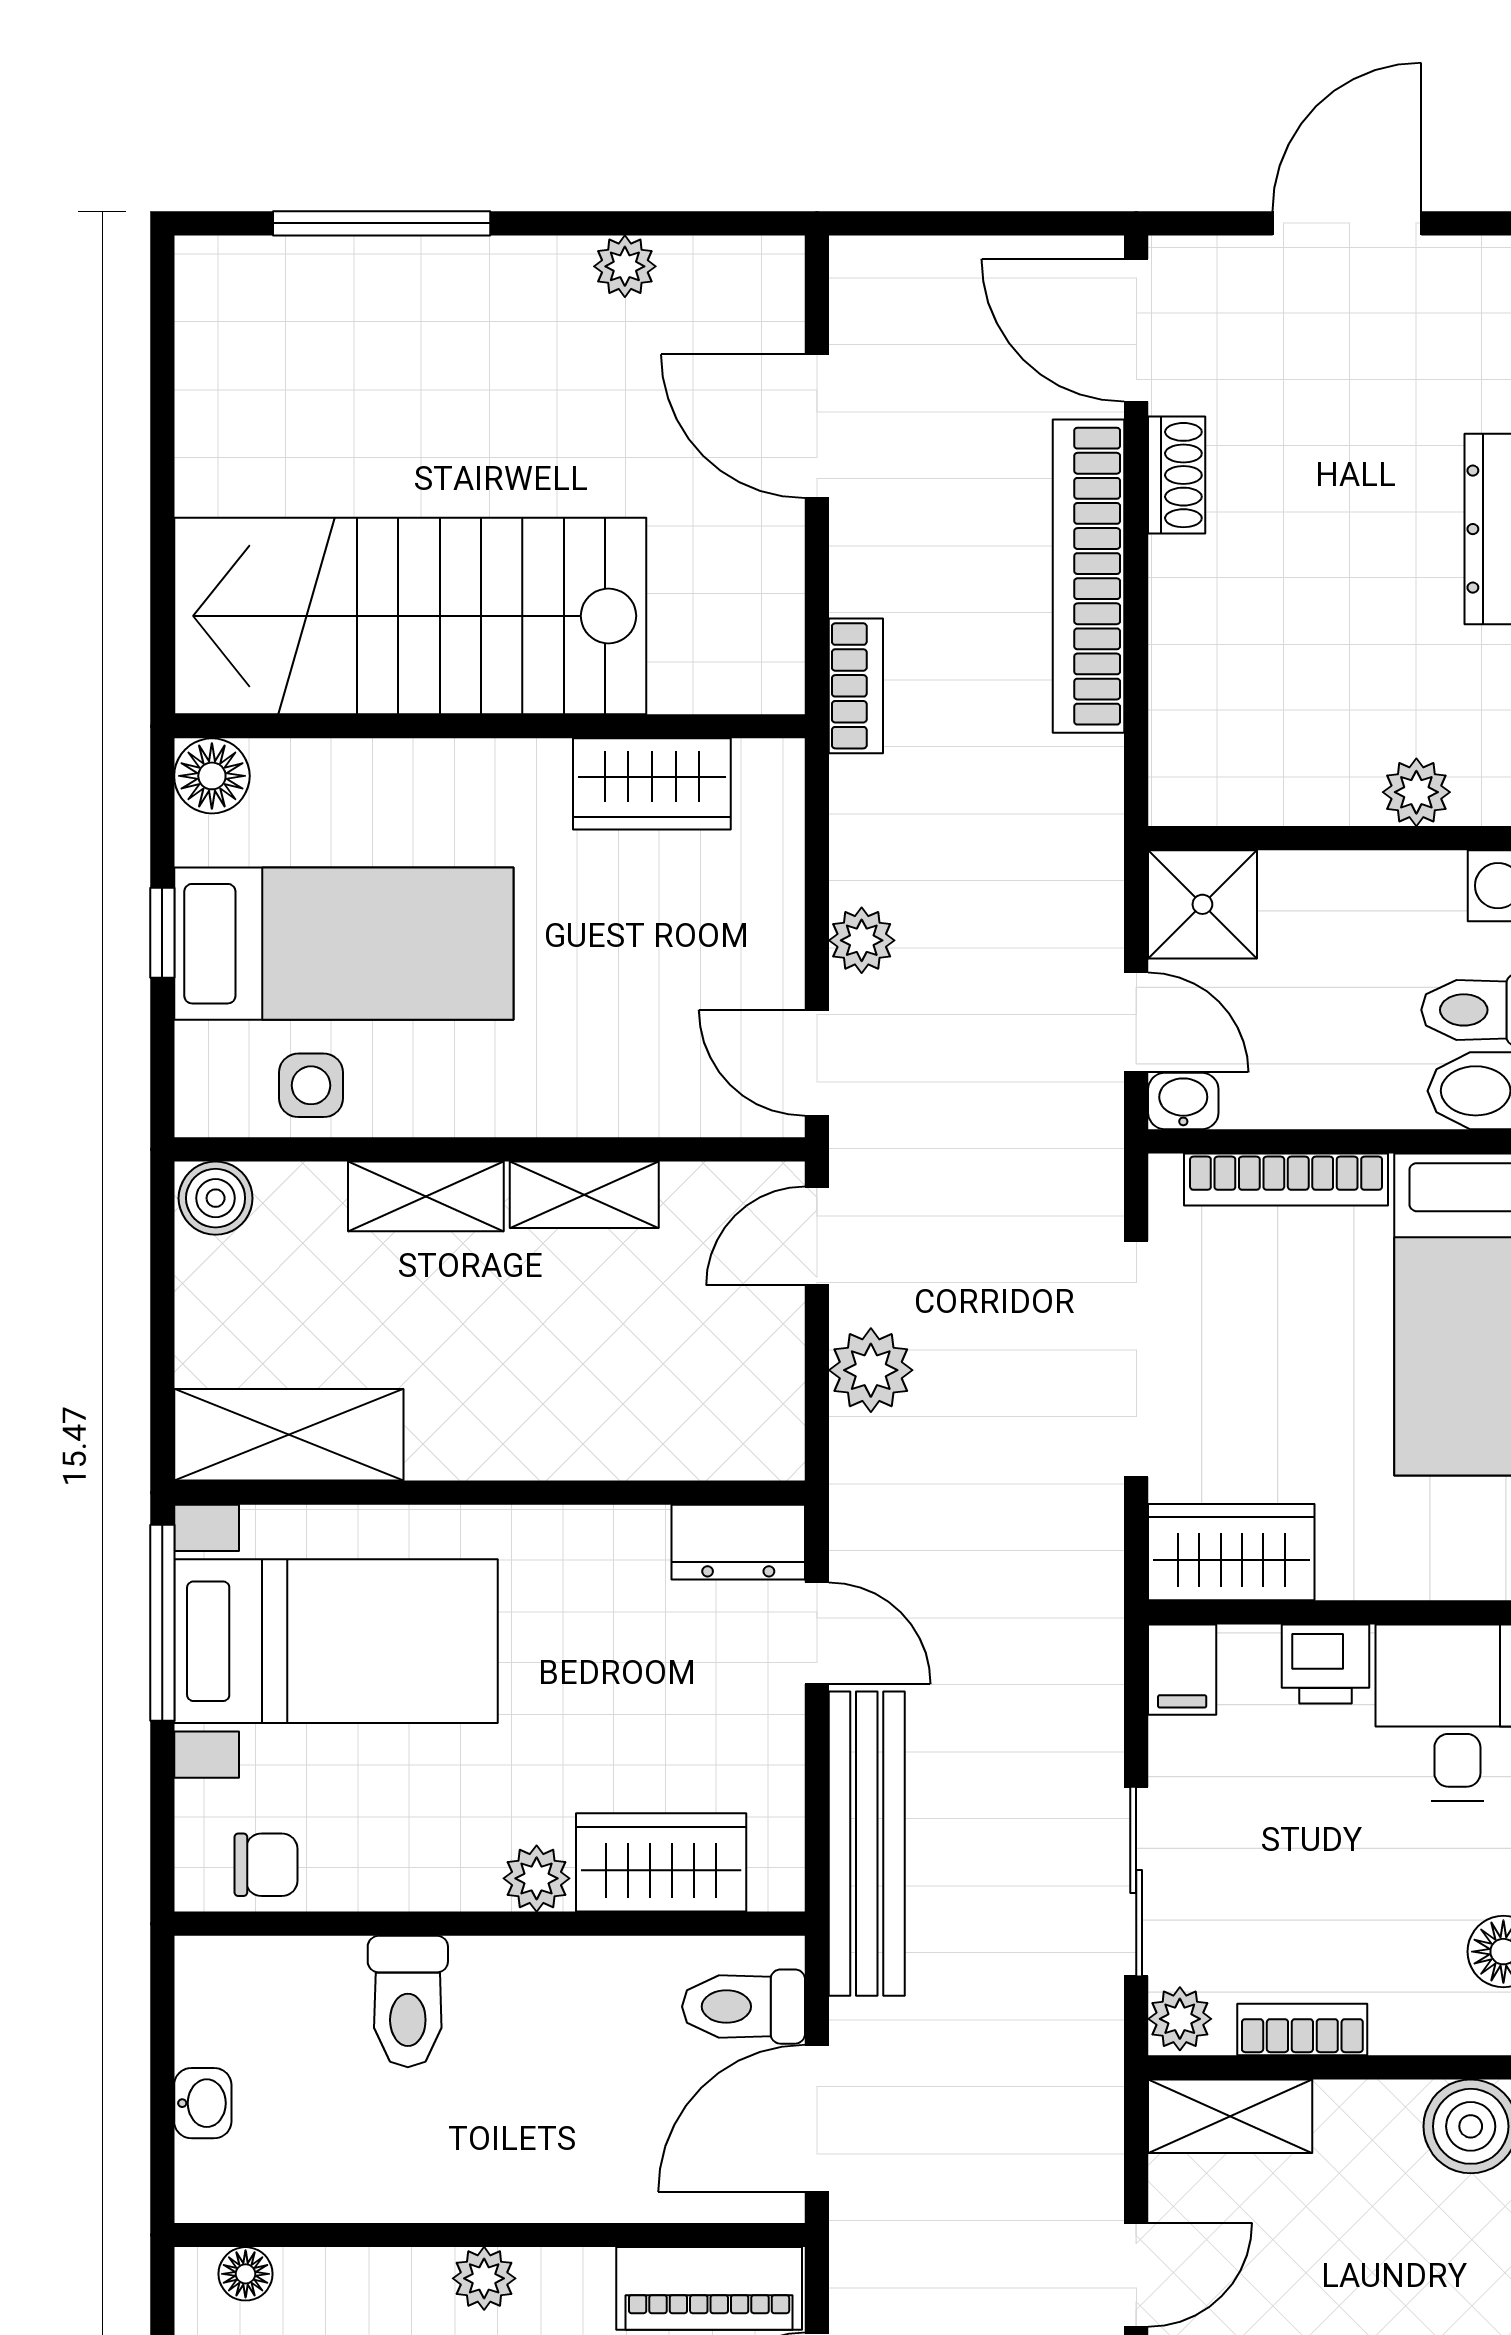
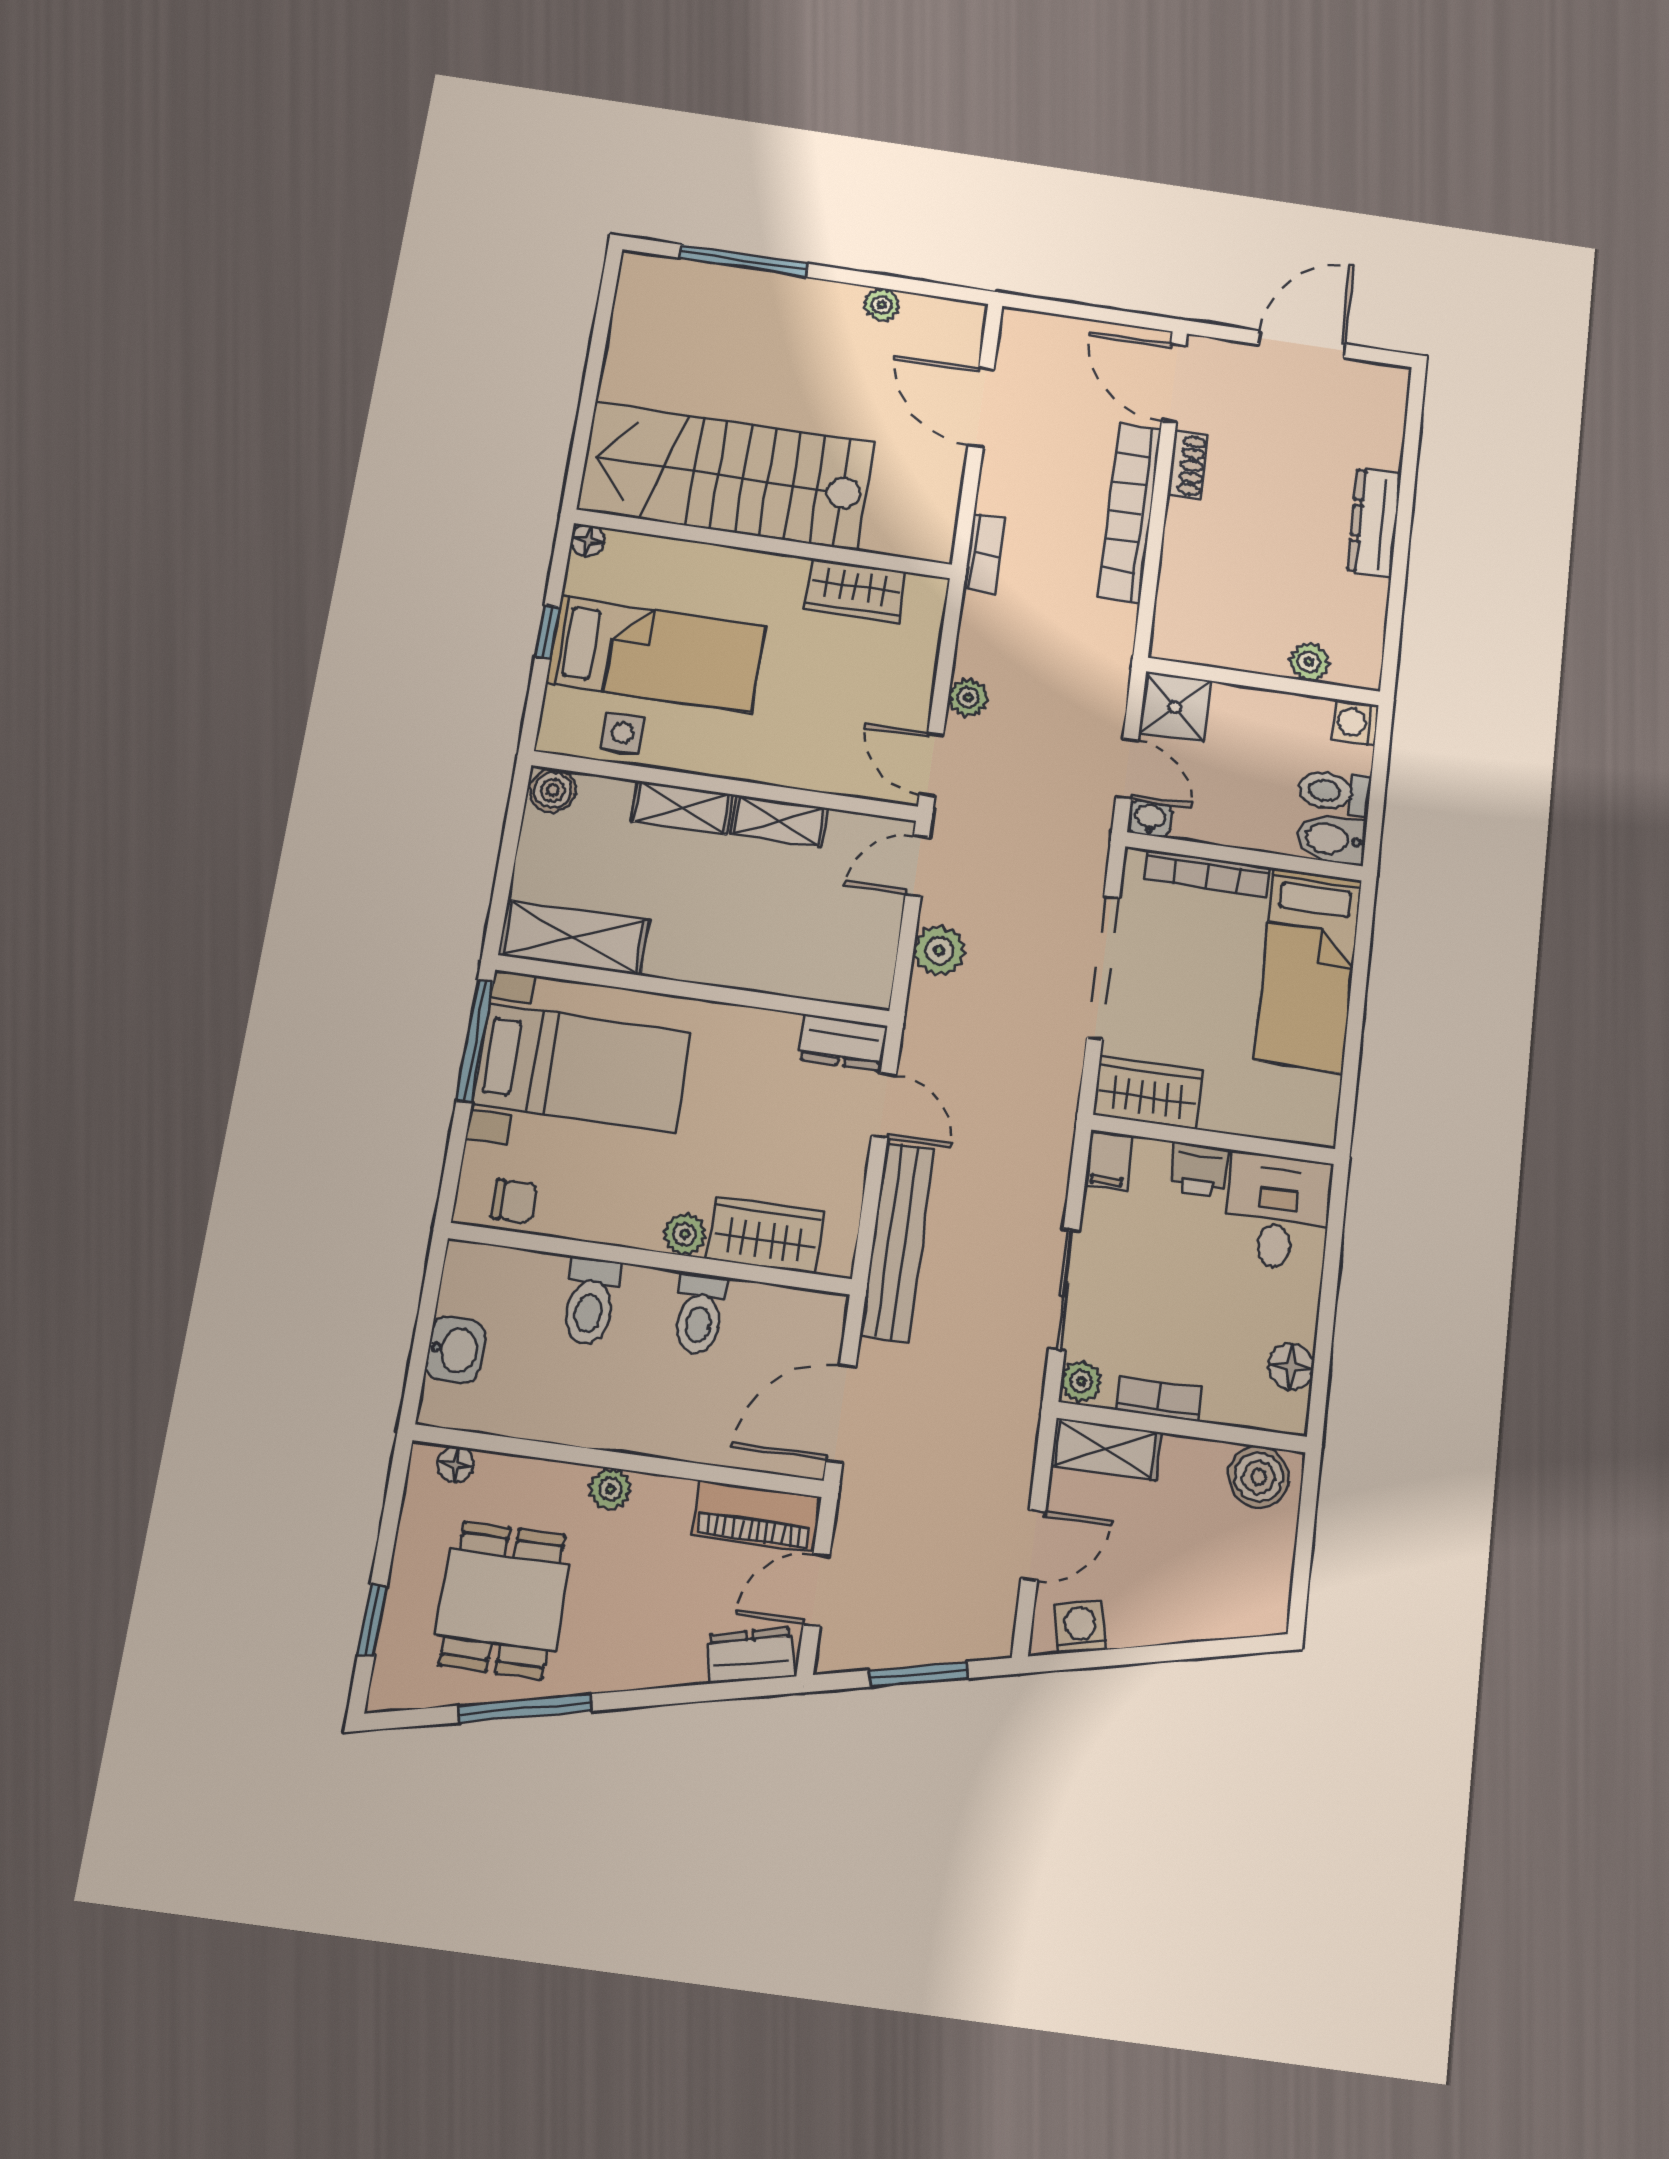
floor lamp: (212, 776) -> (588, 541), width x0.73, depth x0.73
toilet: (744, 2007) -> (700, 1314), moved, turned -90
washbasin: (203, 2103) -> (455, 1350), width x1.38, depth x1.45

